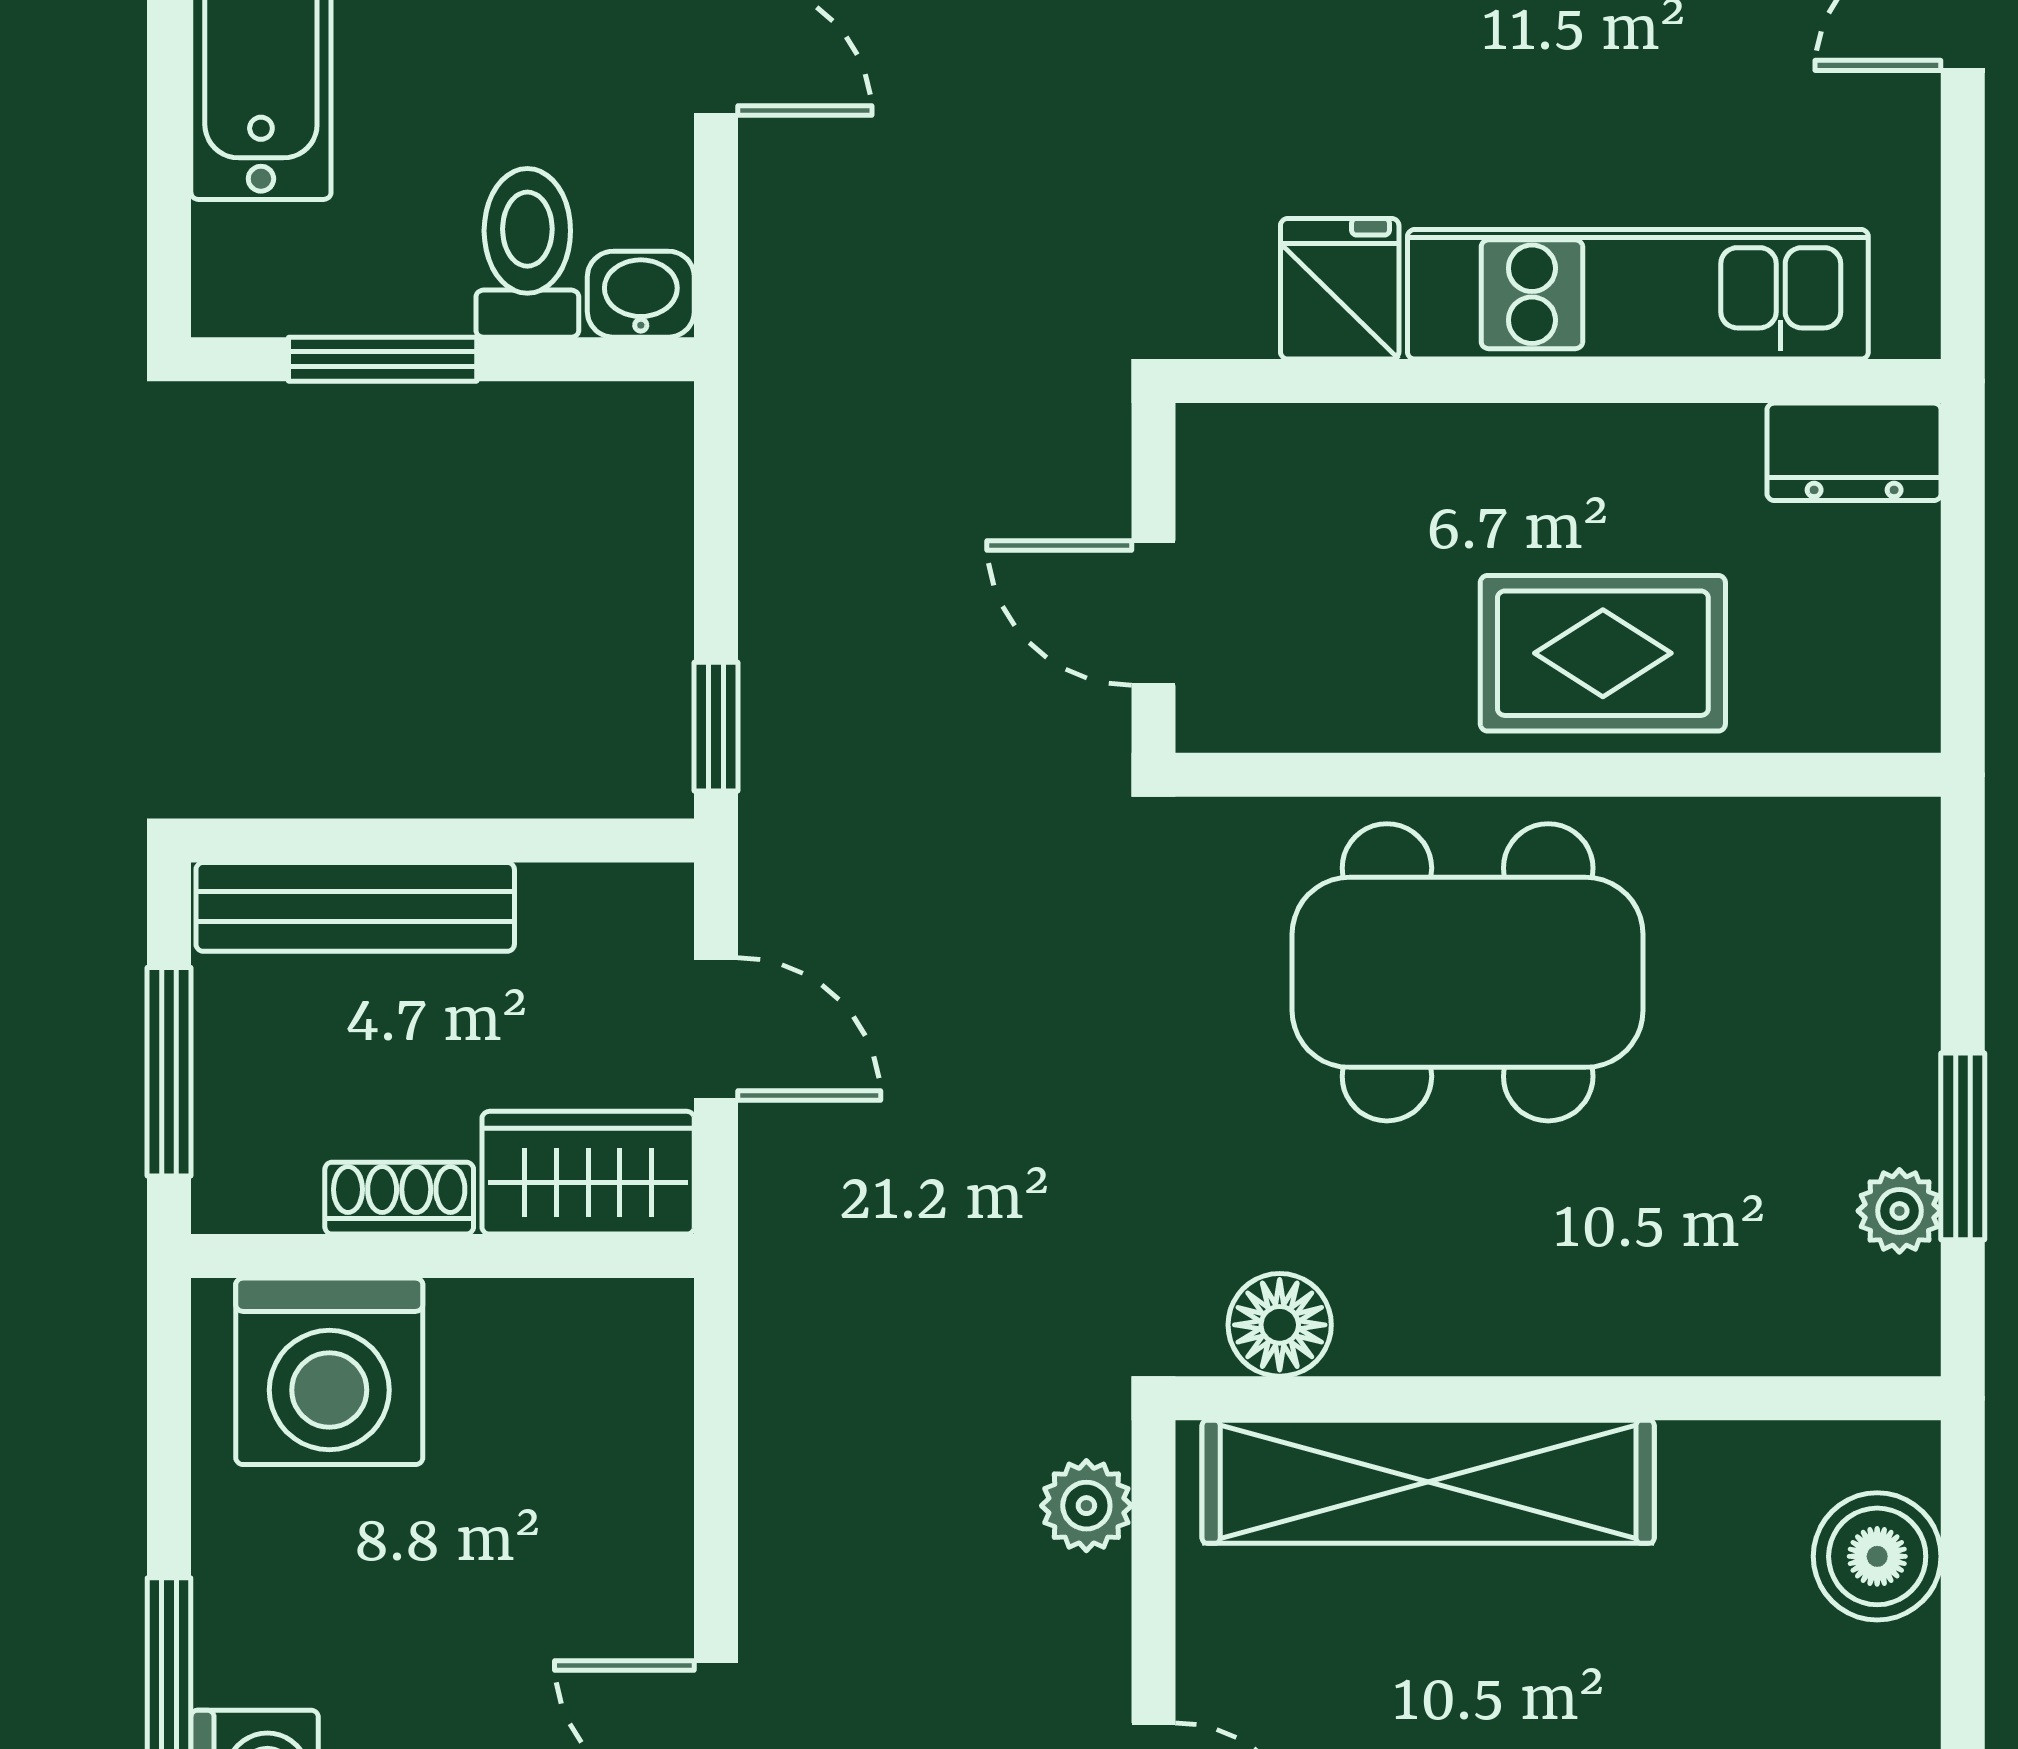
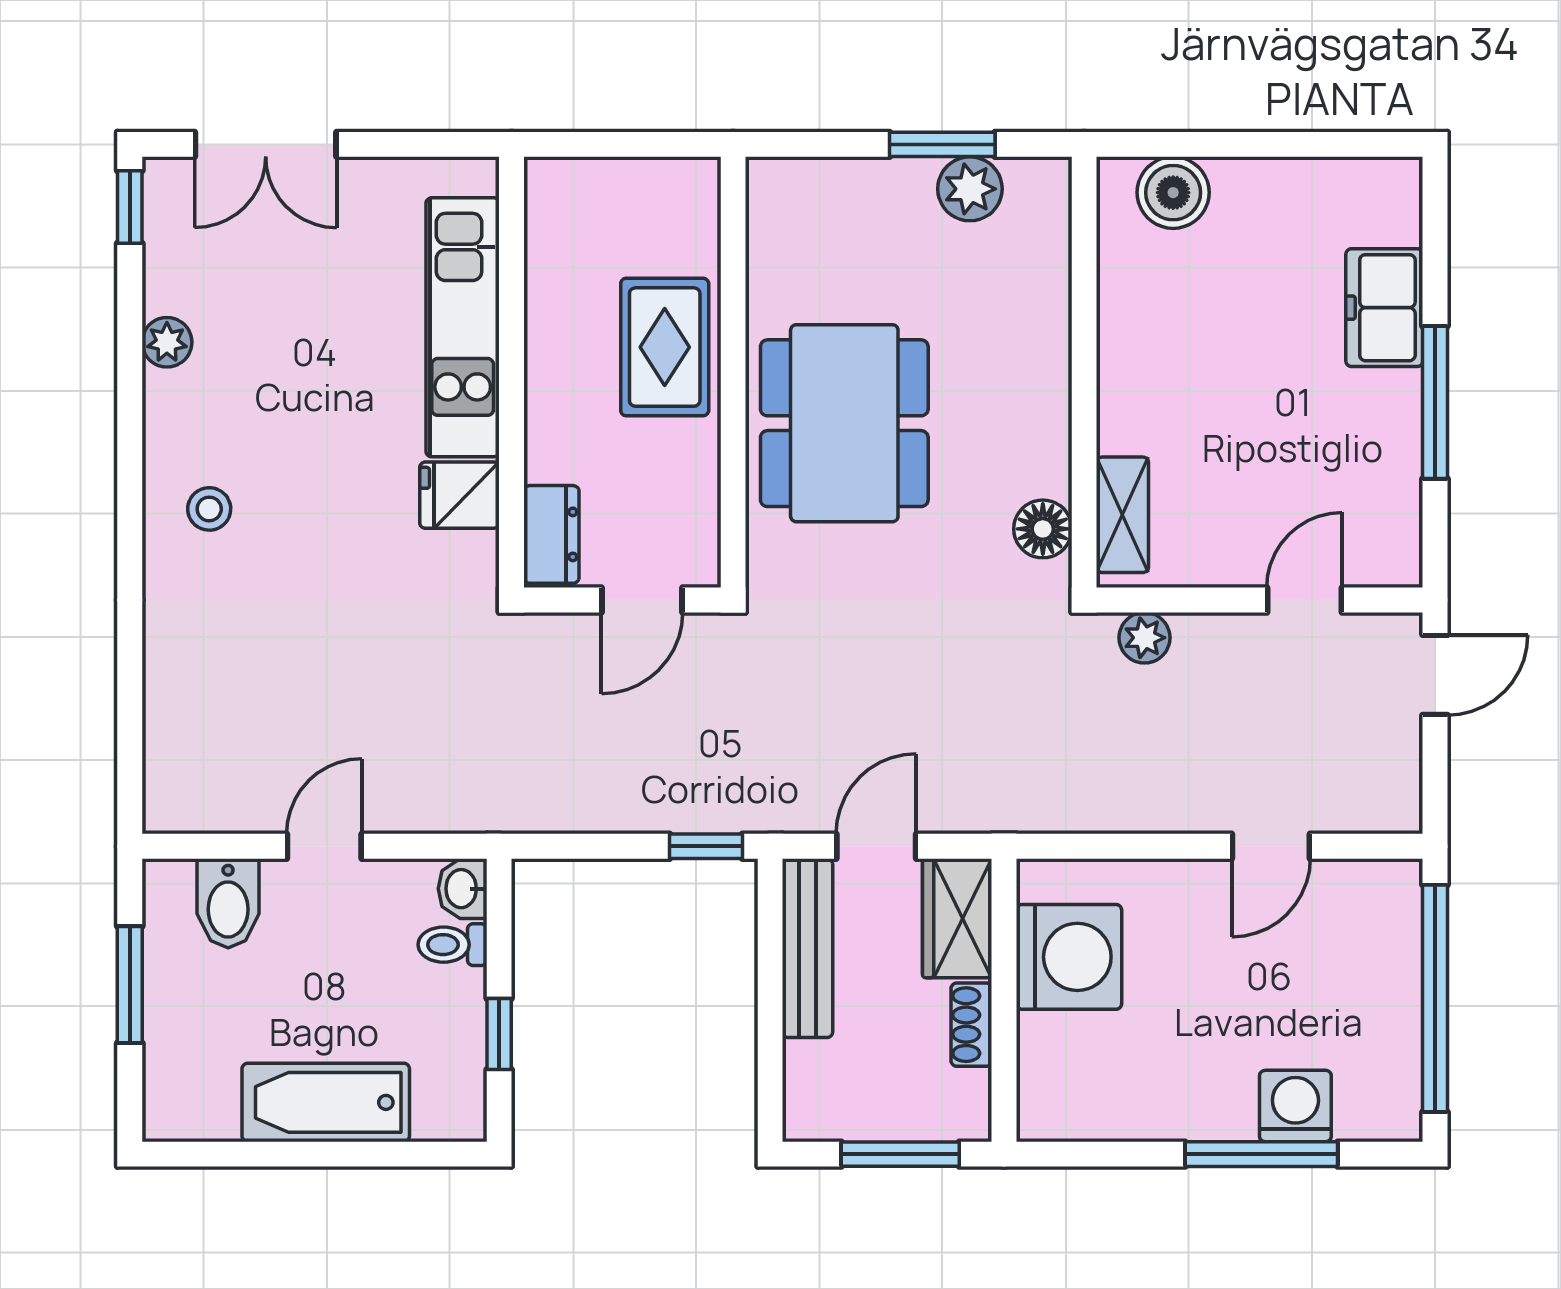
toilet: (527, 253) -> (453, 945), width x0.73, depth x0.72
window: (383, 359) -> (499, 1034), width x0.67
dresser: (1854, 452) -> (551, 534), moved
bench: (355, 907) -> (807, 948), moved
plant: (1899, 1211) -> (970, 189), width x1.38, depth x1.38
washing machine: (329, 1371) -> (1069, 957), moved
shelving: (1428, 1482) -> (1122, 515), width x0.45, depth x0.75

